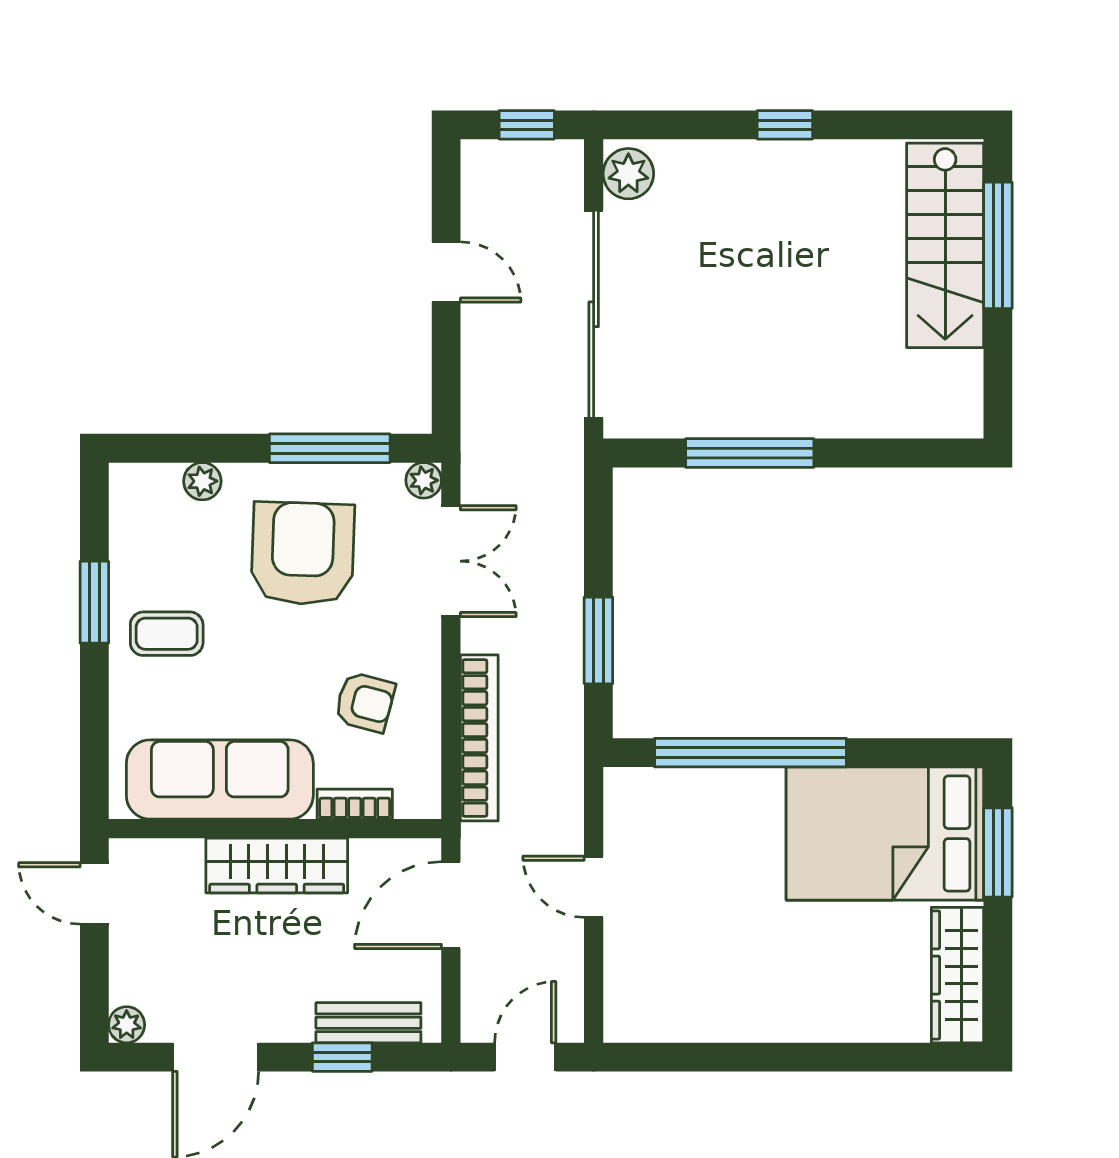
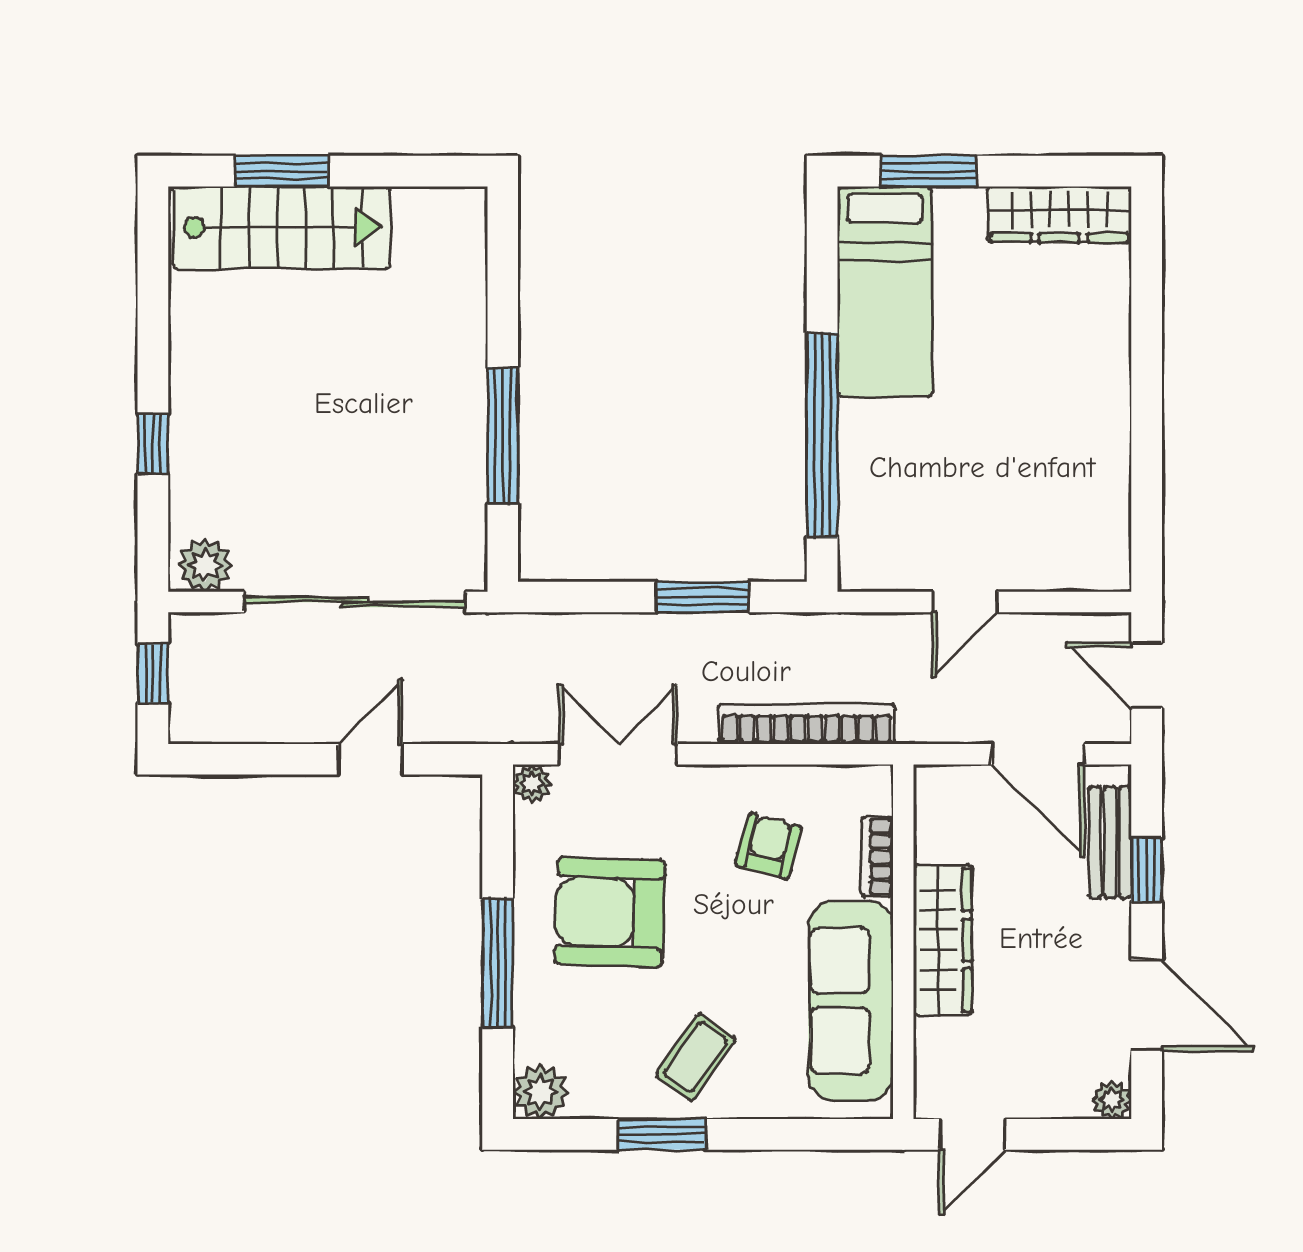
window: (785, 125) -> (153, 444), moved
window: (998, 245) -> (281, 171), width x0.69
door: (446, 272) -> (371, 759), moved
window: (330, 448) -> (498, 963), moved
plant: (202, 481) -> (540, 1092), moved, width x1.38, depth x1.38
coffee table: (167, 634) -> (695, 1057), turned 35
bed: (885, 834) -> (885, 292), width x0.67
door: (451, 905) -> (1038, 754), moved

